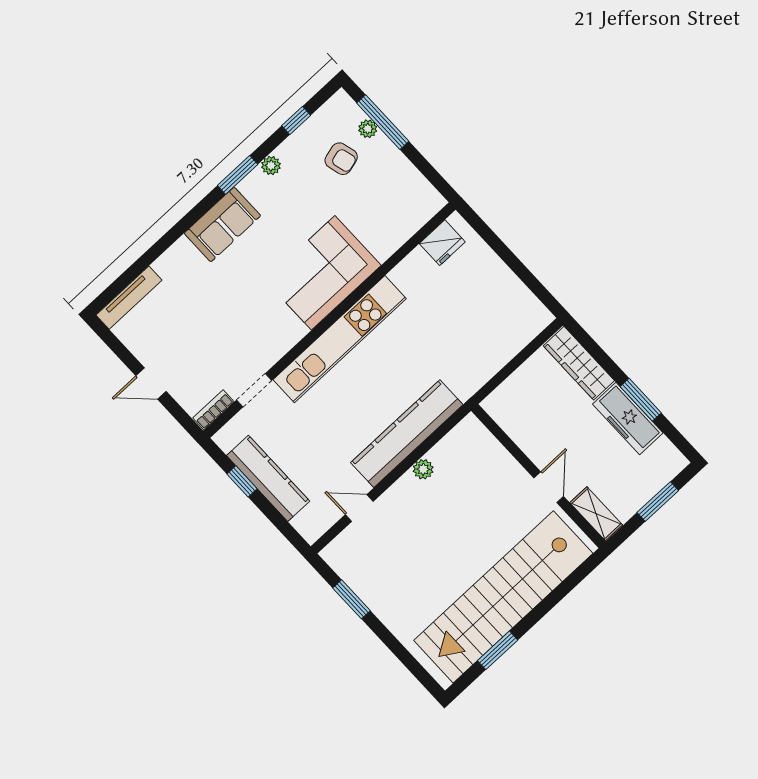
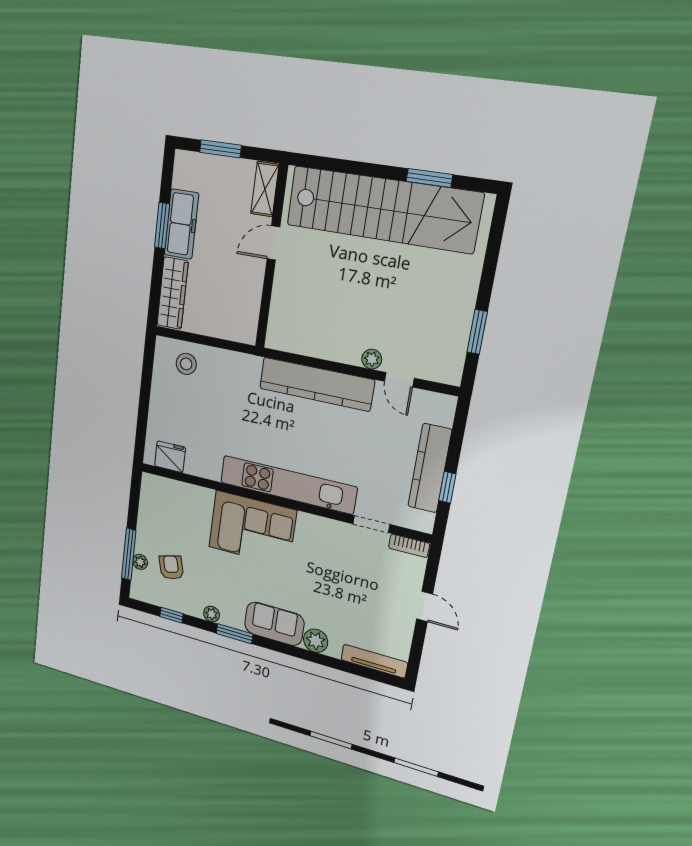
plant: (182, 254) -> (316, 641), added
stool: (511, 327) -> (186, 364), added
plant: (423, 469) -> (372, 359), moved

